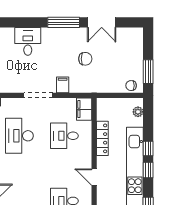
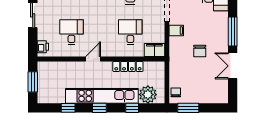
plant: (138, 112) -> (148, 95), width x1.87, depth x1.87
window: (148, 149) -> (132, 108), moved

